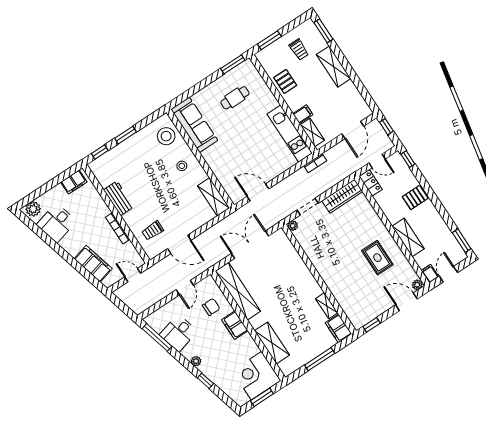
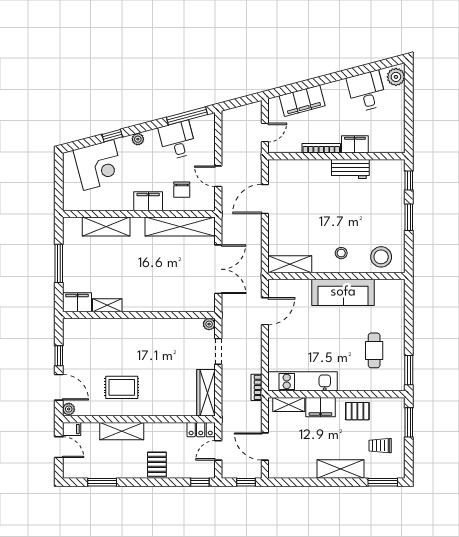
filing cabinet: (303, 114) -> (320, 407), width x2.00
sofa: (194, 125) -> (343, 292), moved
filing cabinet: (74, 182) -> (355, 144), moved, turned 90
trolley: (153, 231) -> (296, 182), removed
window: (462, 241) -> (102, 482), moved
door: (406, 302) -> (59, 387), hinge flipped
window: (372, 325) -> (59, 356), moved
corner desk: (257, 376) -> (99, 165), moved, turned 75
window: (262, 397) -> (59, 181), removed

